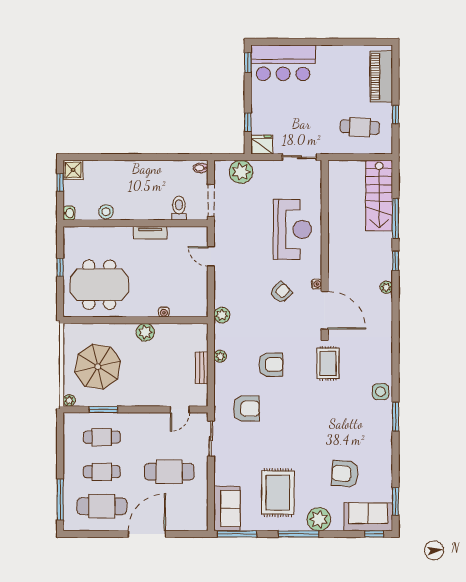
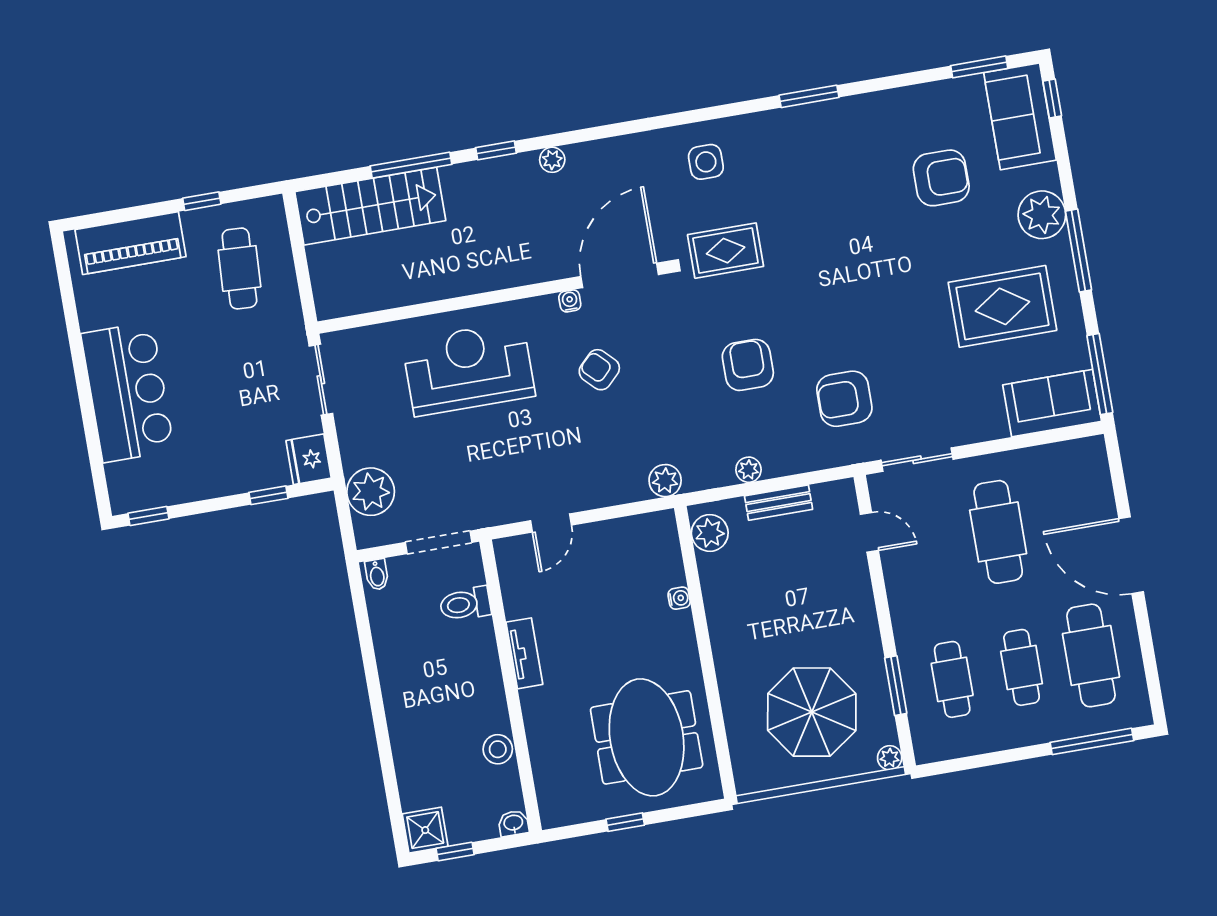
bar counter: (283, 63) -> (128, 392), moved
plant: (145, 332) -> (710, 533), moved
side table: (381, 392) -> (706, 162), moved
armchair: (246, 408) -> (844, 399), turned -90
armchair: (345, 474) -> (941, 178), turned -94

